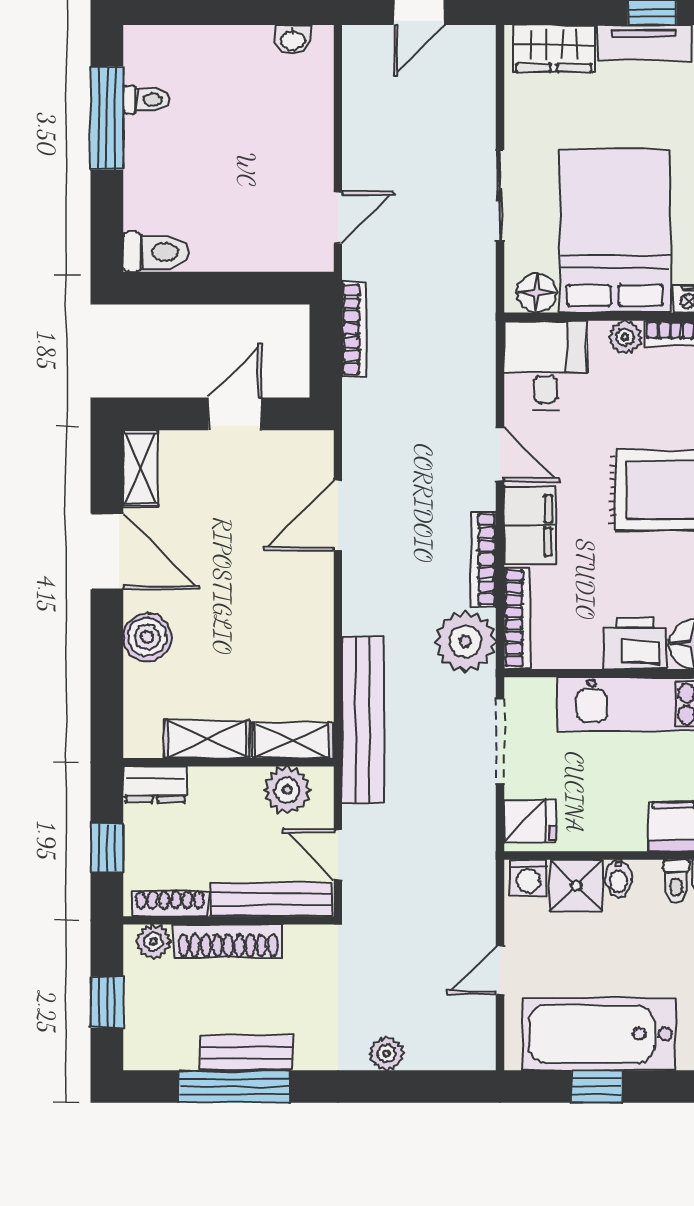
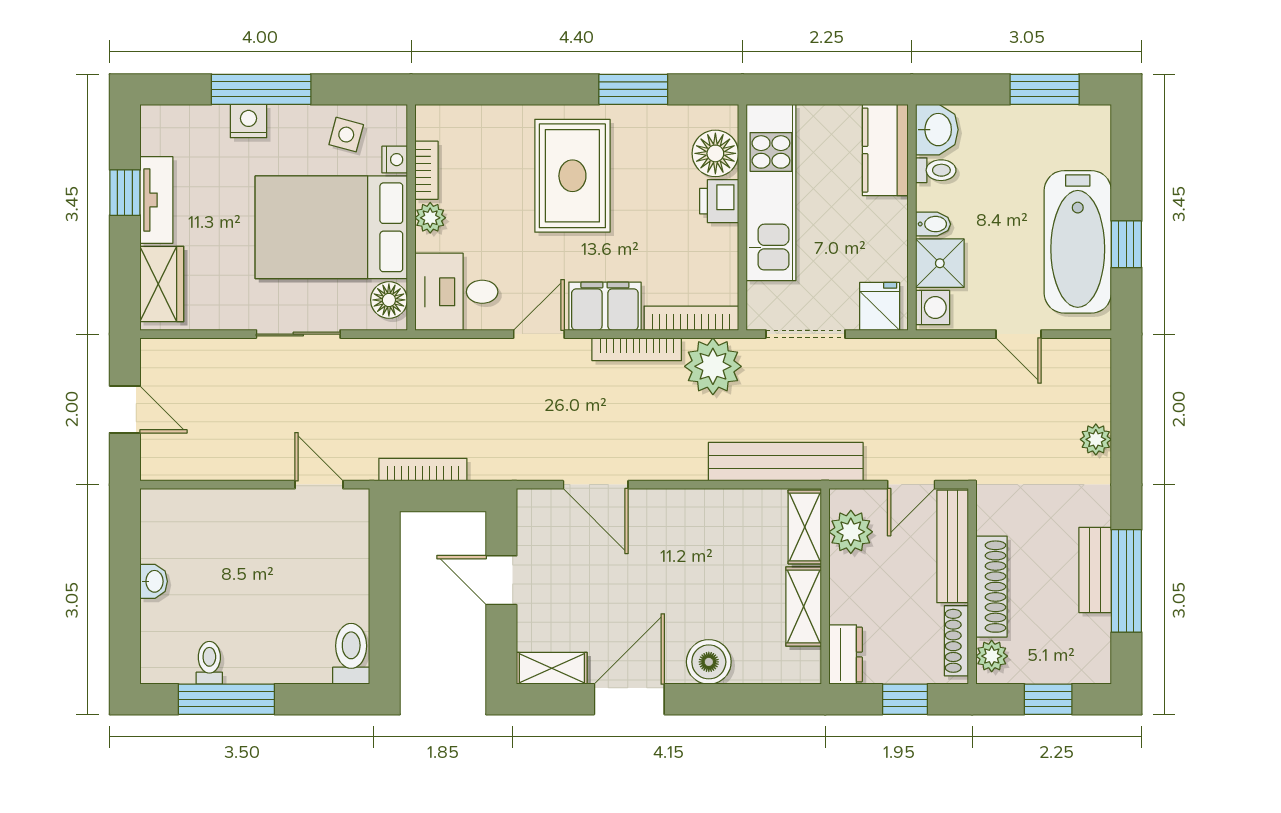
washbasin: (293, 40) -> (154, 581), moved
printer: (635, 643) -> (719, 201), width x0.73, depth x0.81

